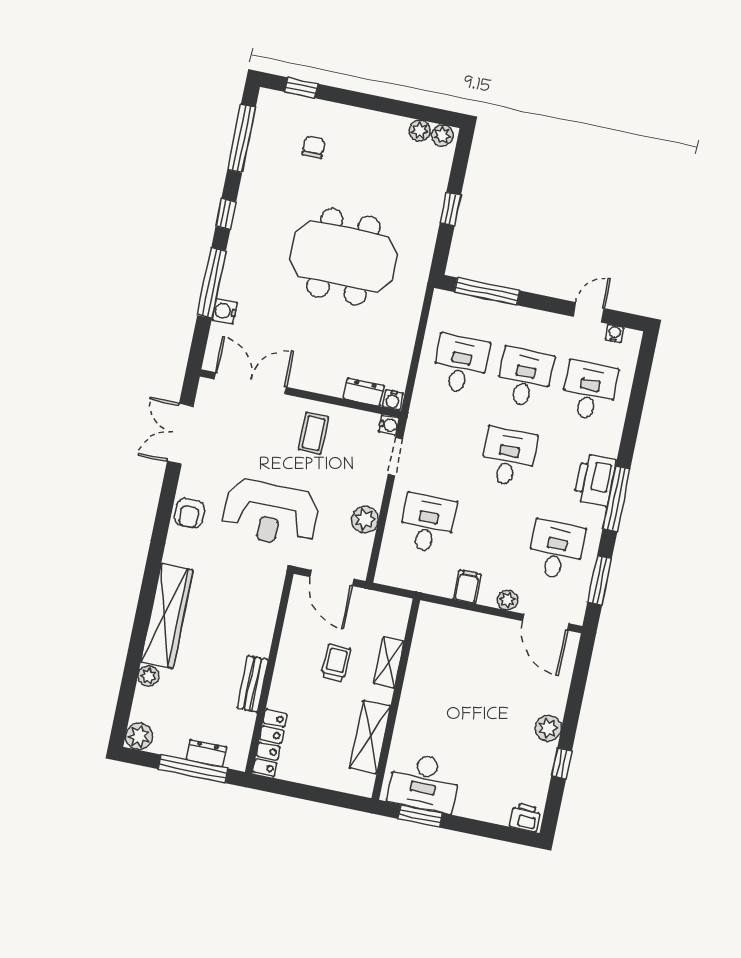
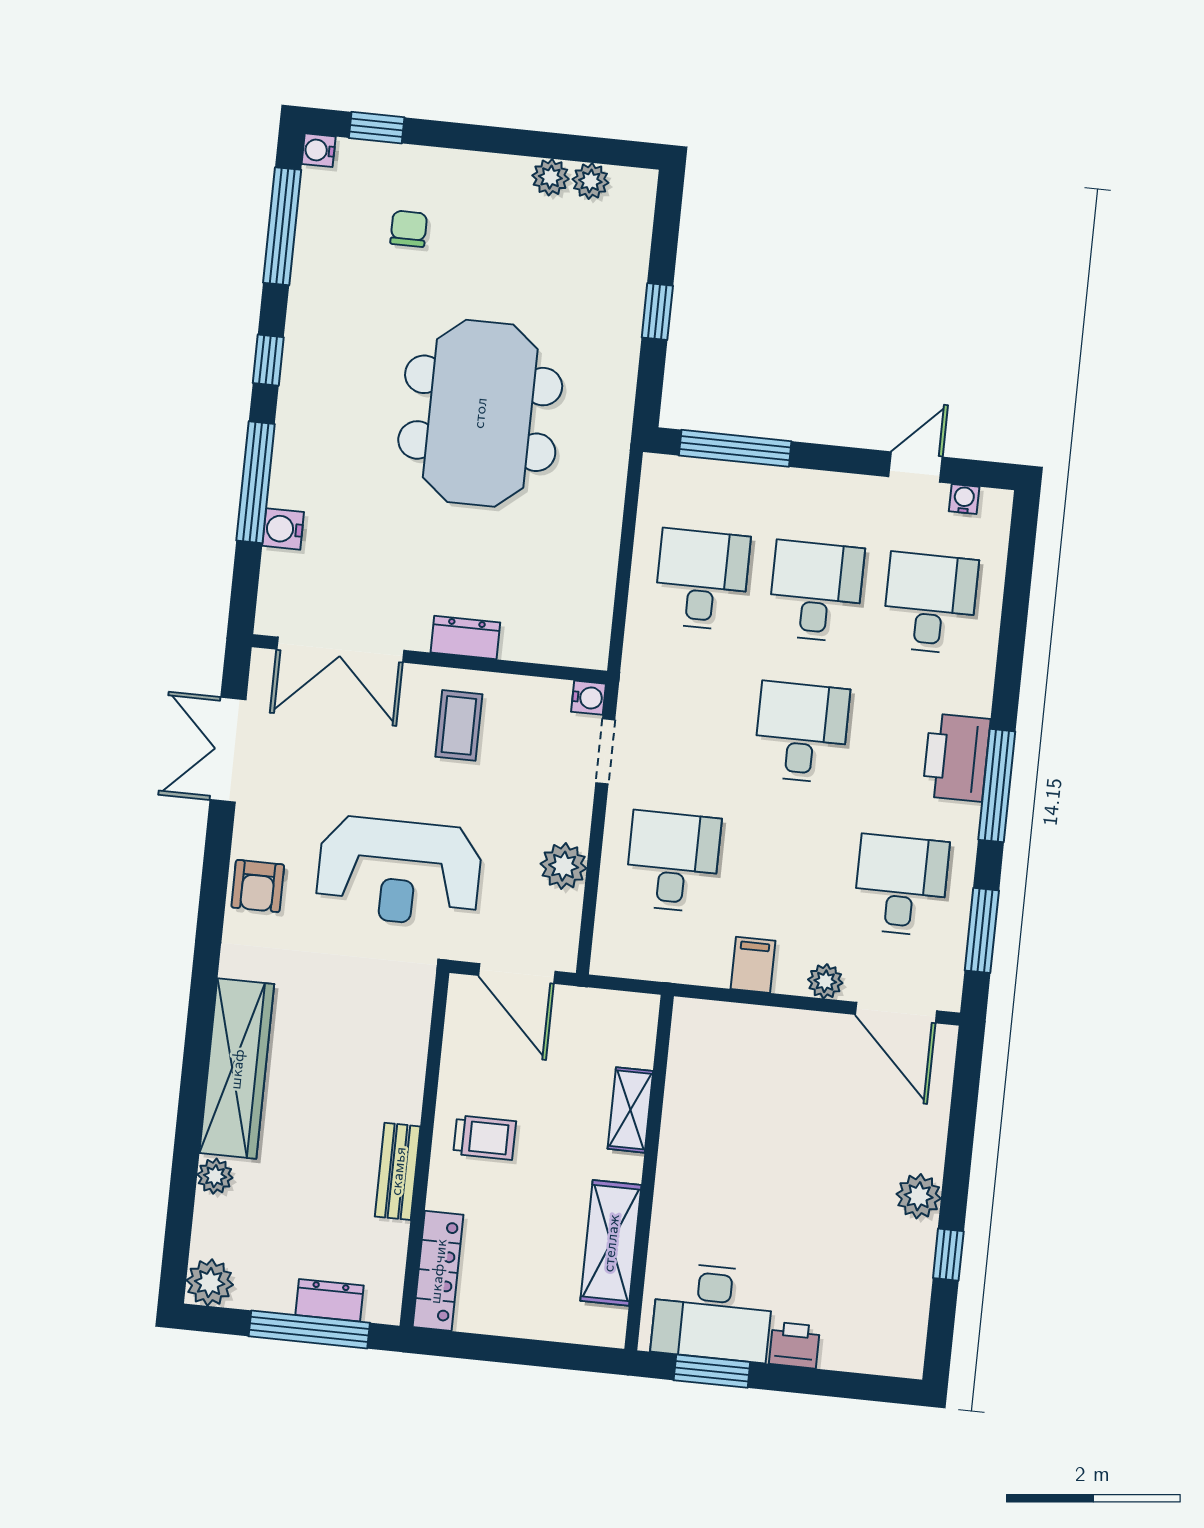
plant: (442, 135) -> (550, 177), moved
meeting table: (344, 257) -> (480, 413), turned 90
double door: (250, 383) -> (340, 650), swing flipped
dresser: (364, 392) -> (465, 637), moved
water cooler: (393, 400) -> (319, 150), moved, turned 90
trolley: (336, 663) -> (485, 1138), moved, turned 89
printer: (525, 817) -> (794, 1345), moved

